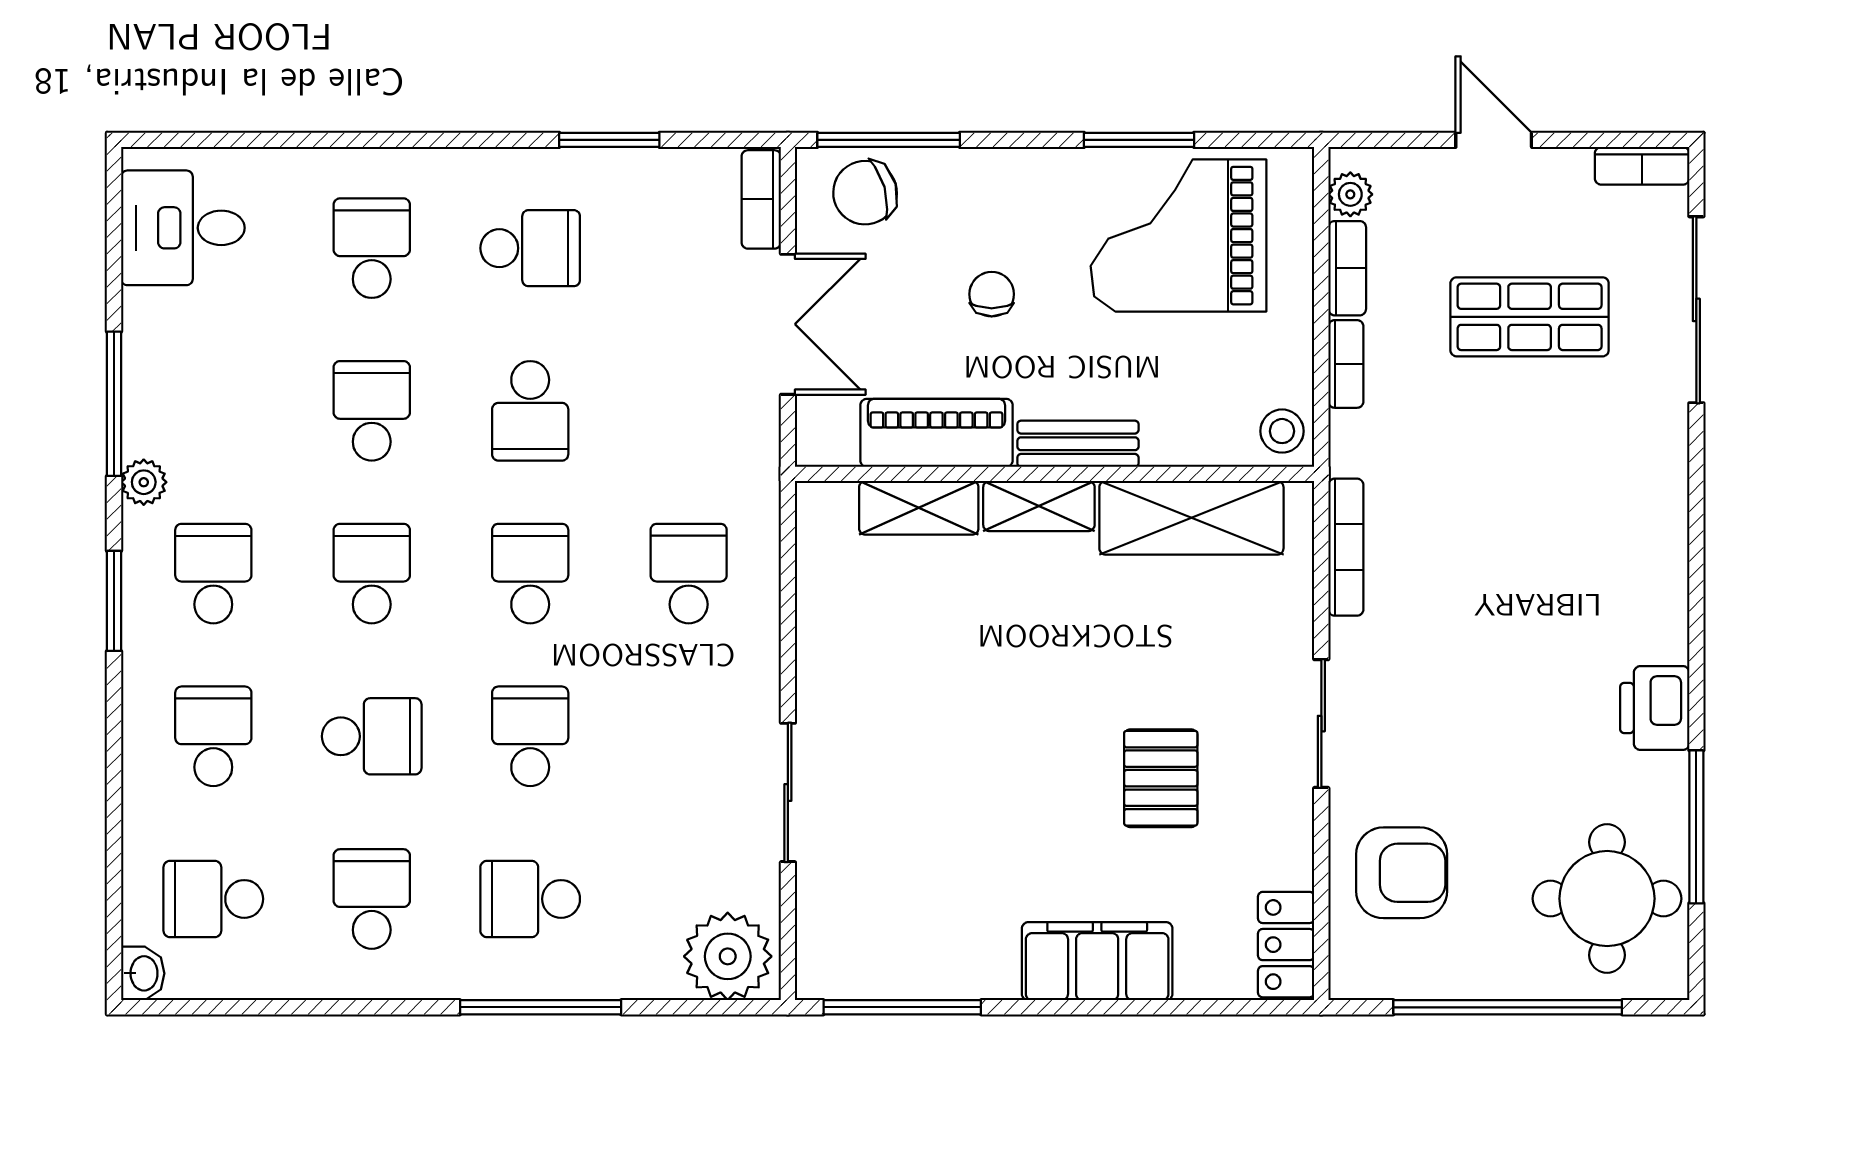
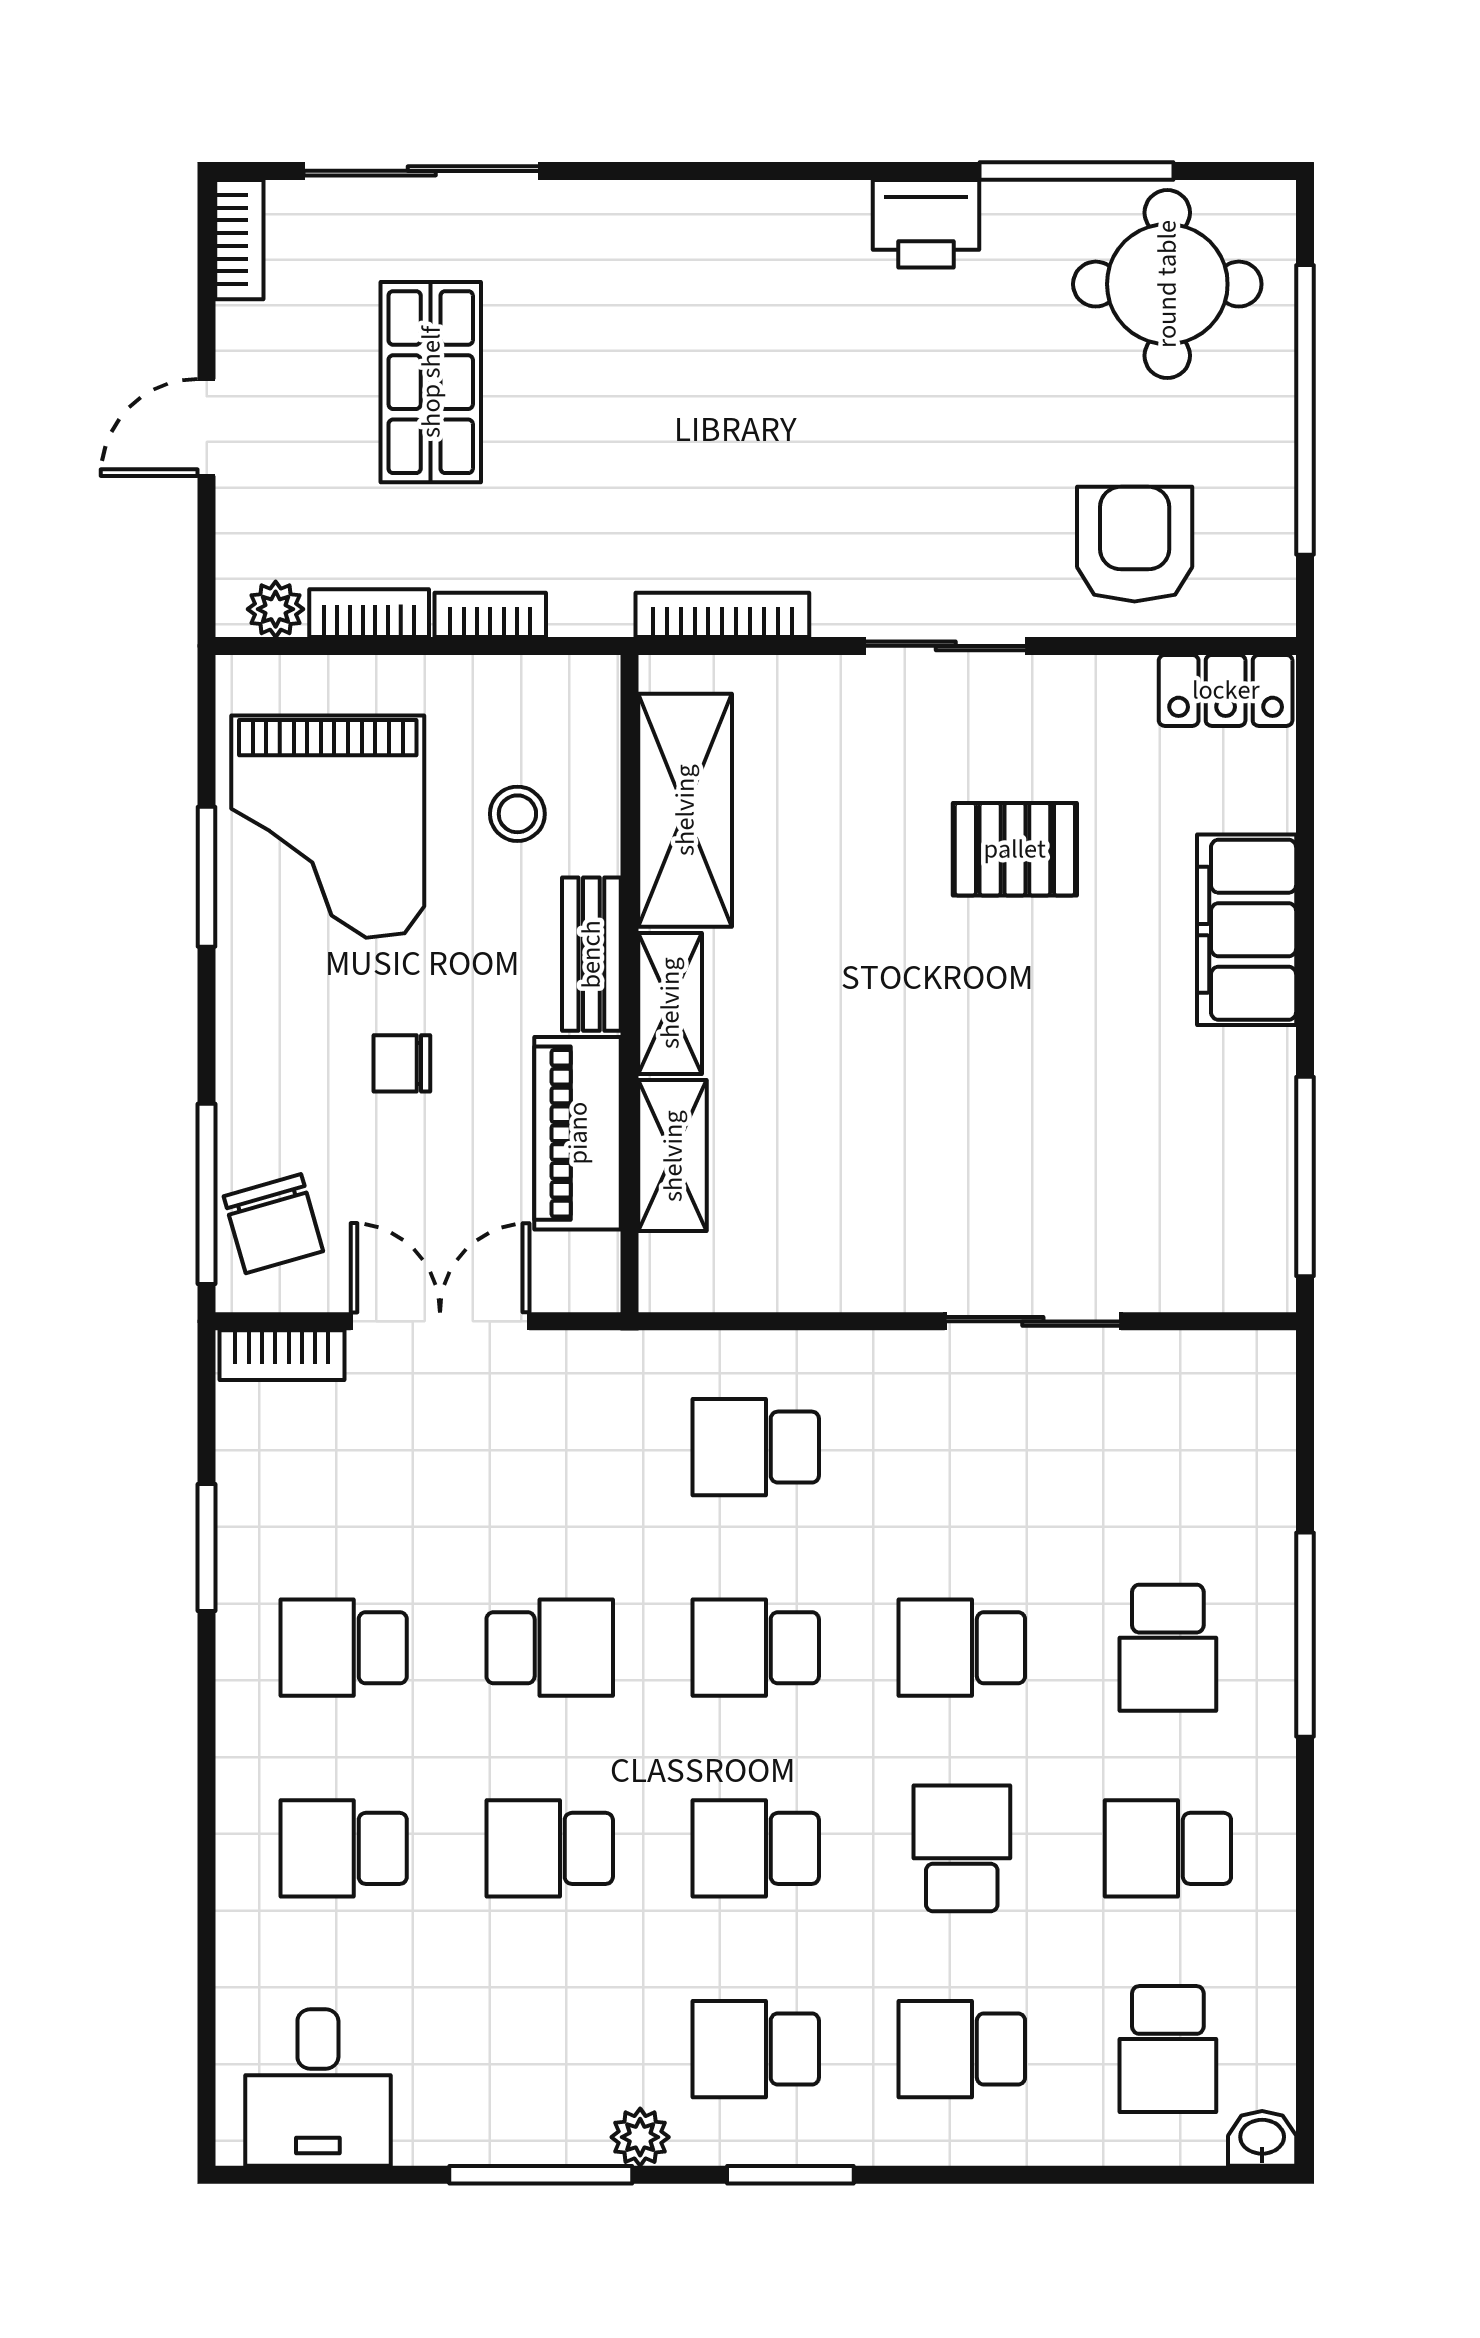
school desk: (530, 248) -> (344, 1648), turned -90
stool: (1282, 431) -> (517, 814), moved
plant: (728, 956) -> (1241, 1398), removed

